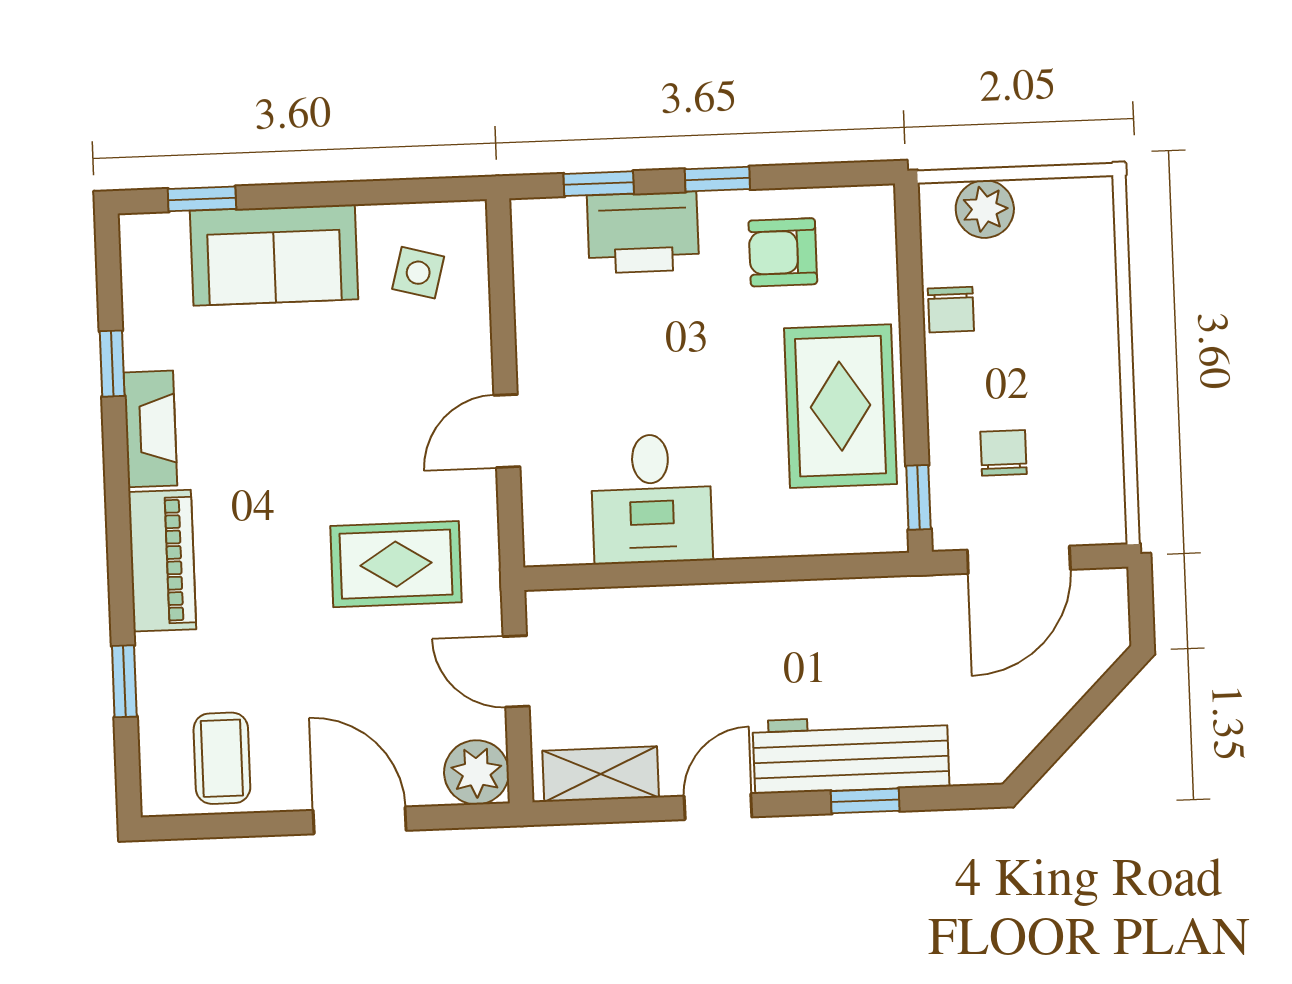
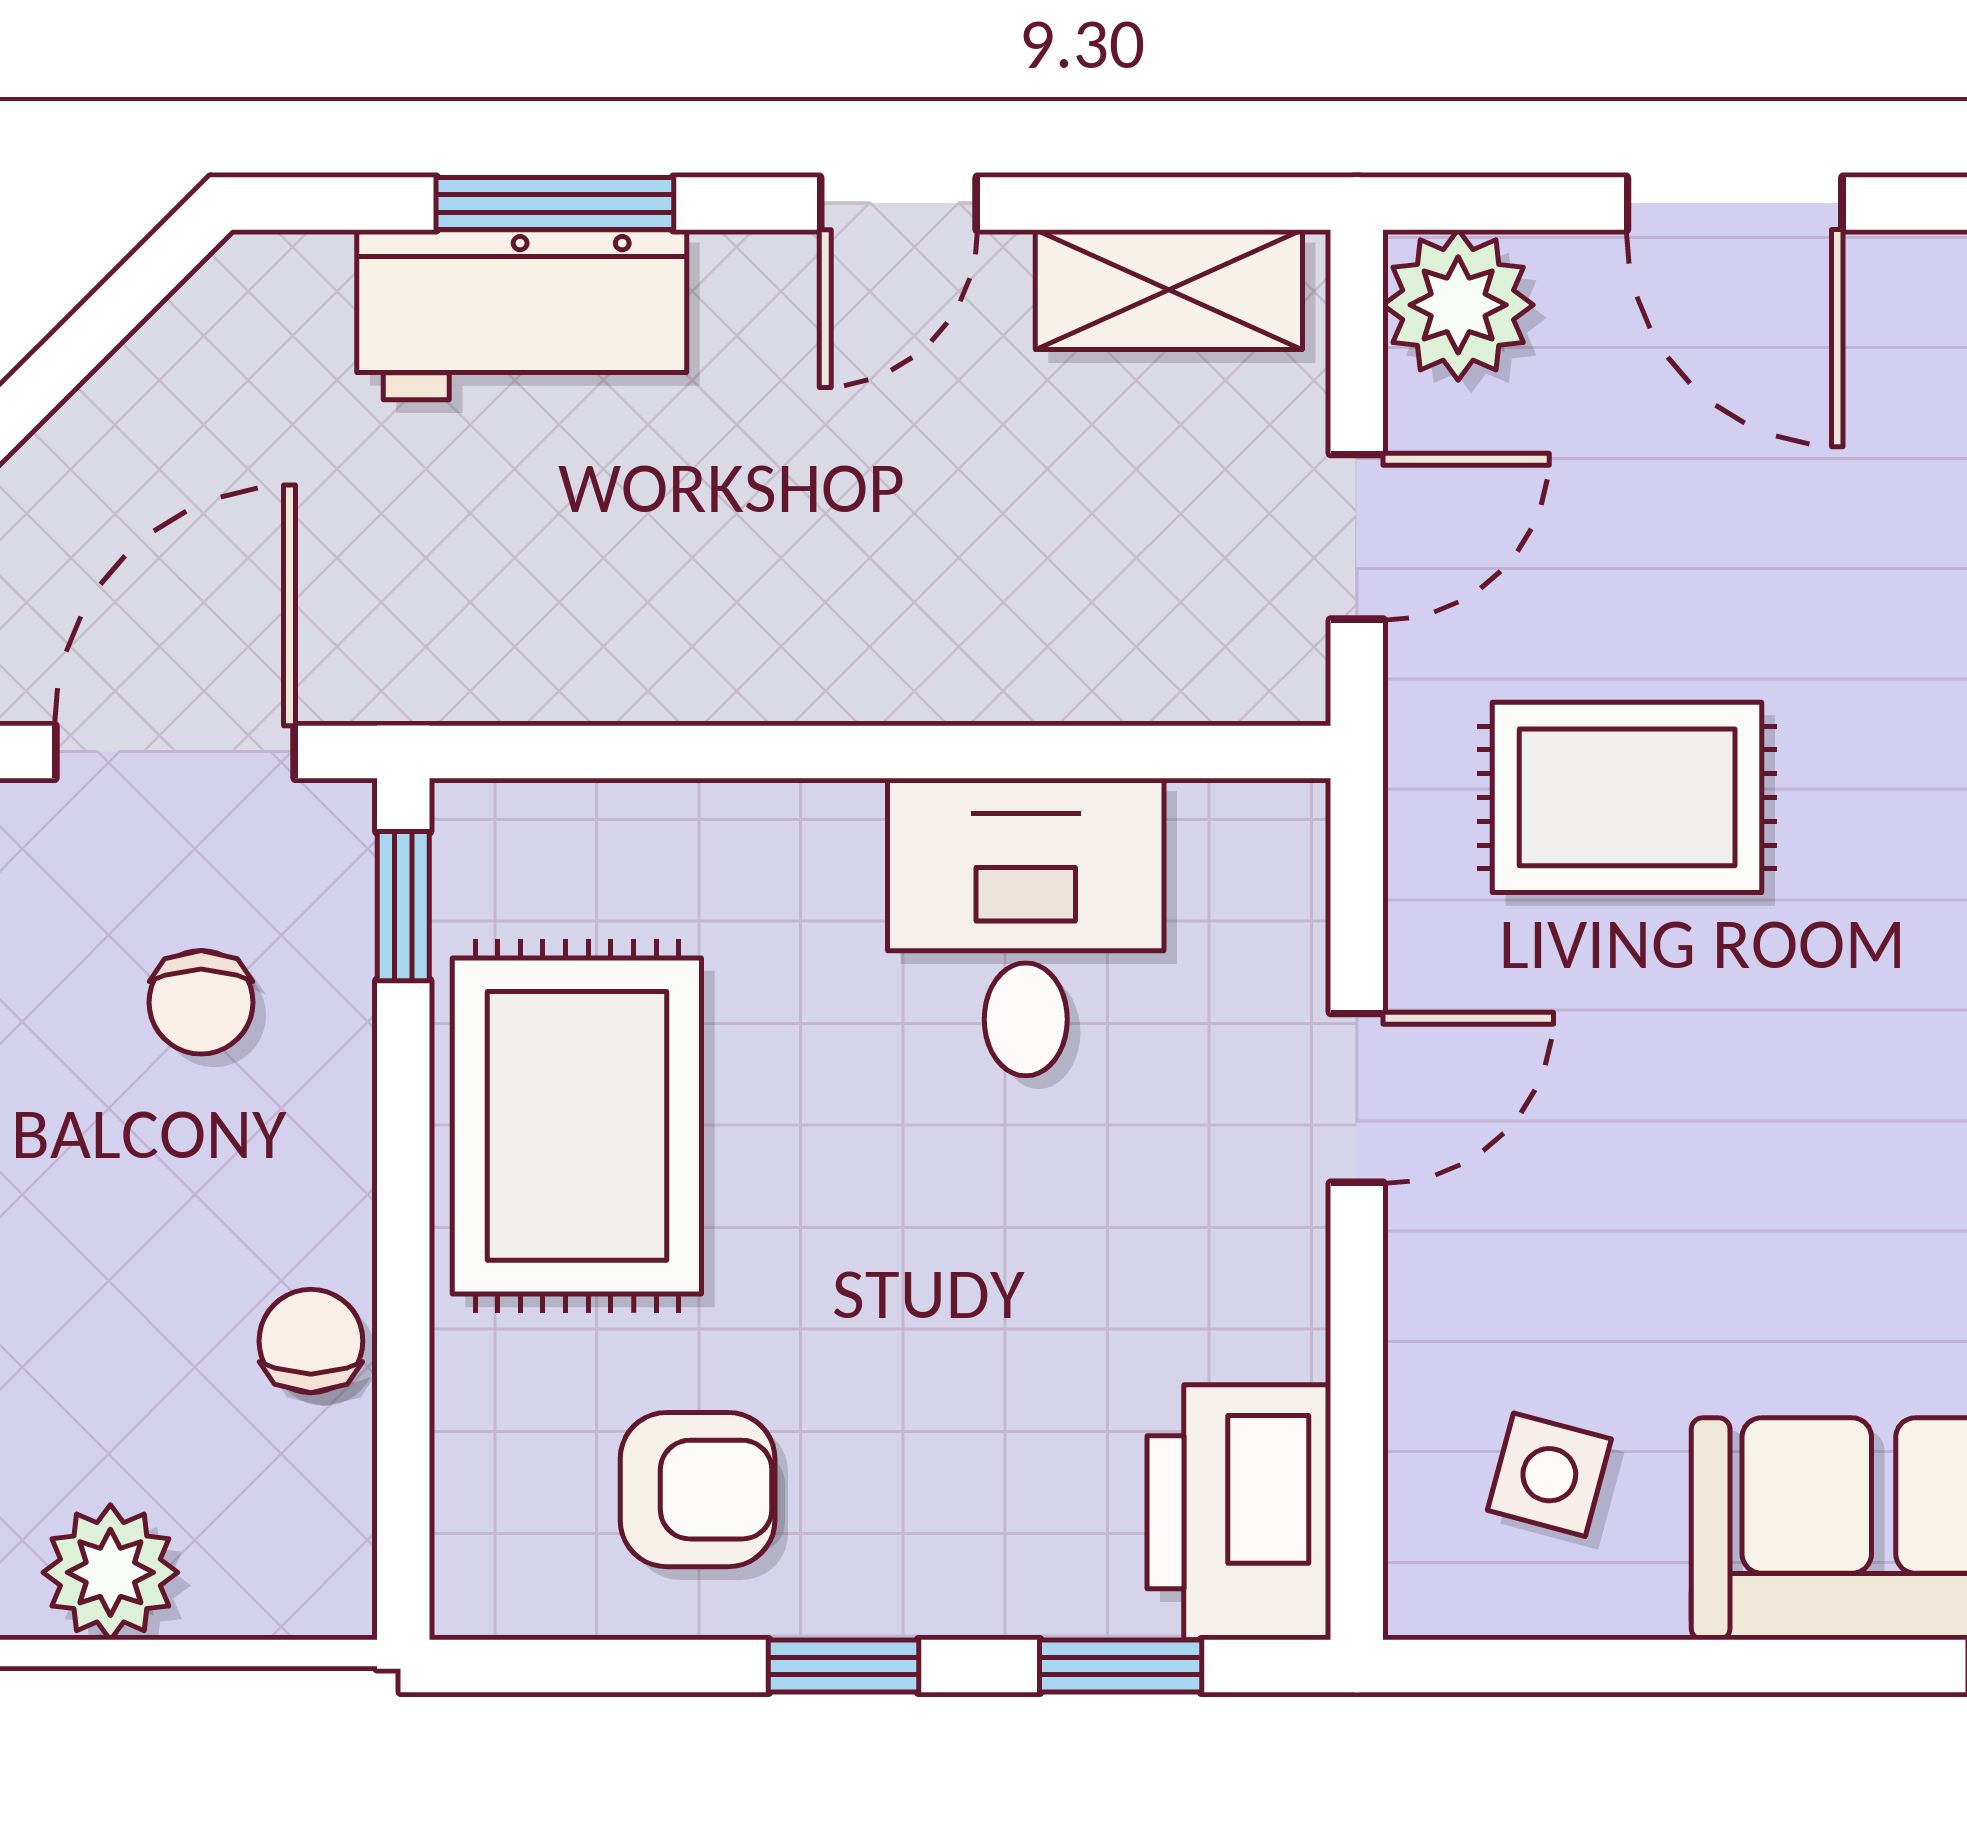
plant: (985, 209) -> (110, 1572), moved
printer: (643, 233) -> (1239, 1512), moved, turned -90
door: (516, 671) -> (1357, 537), hinge flipped
workbench: (851, 754) -> (522, 315), width x0.73
window: (865, 801) -> (555, 203), width x1.50

